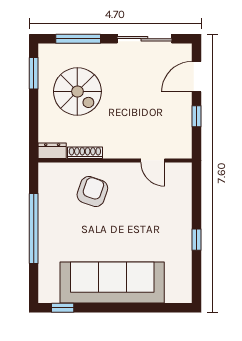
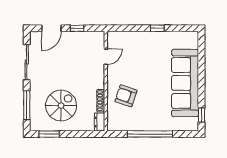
door: (196, 77) -> (51, 28), hinge flipped

